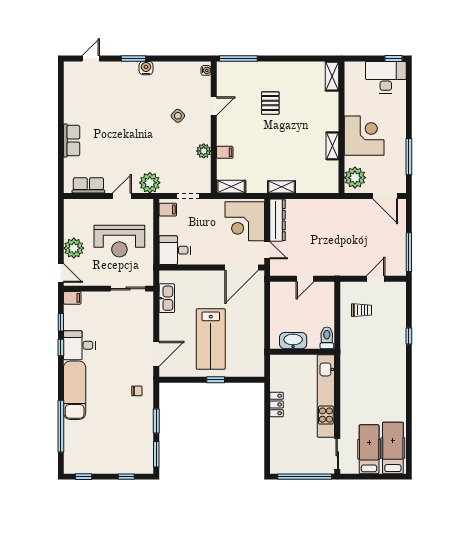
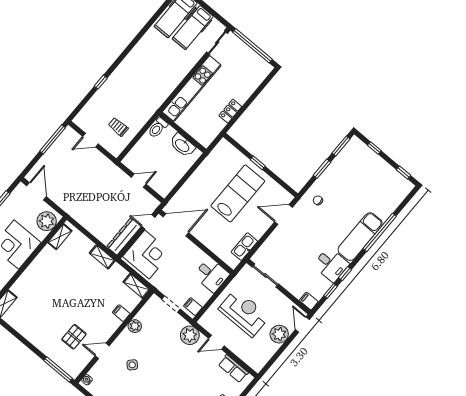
pallet: (270, 103) -> (74, 337), moved
shelving: (332, 146) -> (60, 237), moved
door: (267, 250) -> (148, 222), hinge flipped
window: (61, 426) -> (380, 232), moved

